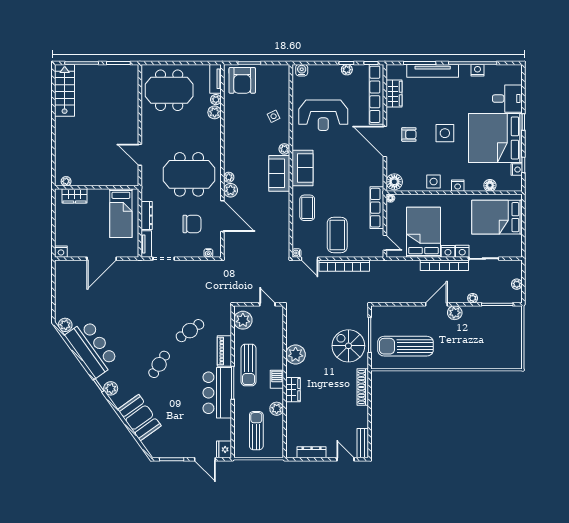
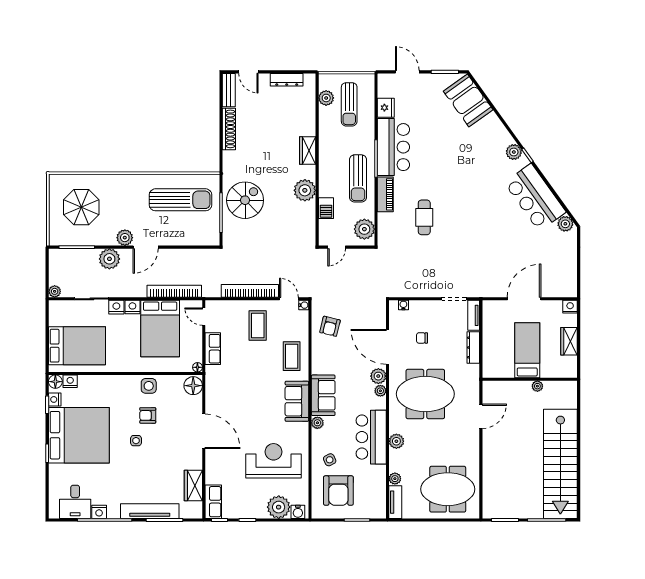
plant: (347, 70) -> (279, 507), moved, width x1.88, depth x1.88
armchair: (242, 80) -> (338, 491), moved, turned 180
stairs: (65, 90) -> (560, 464), width x1.86, depth x1.51
row of seats: (377, 94) -> (213, 502), width x0.50
desk: (507, 99) -> (75, 502), moved, turned -90
plant: (215, 112) -> (396, 441), moved
side table: (445, 133) -> (136, 441), width x0.54, depth x0.54
armchair: (409, 134) -> (148, 415), moved
bar counter: (237, 136) -> (371, 437), added
door: (140, 155) -> (481, 416), hinge flipped
plant: (66, 181) -> (537, 386), moved
floor lamp: (490, 185) -> (55, 382), moved
nightstand: (458, 186) -> (70, 381), moved
wardrobe: (75, 196) -> (569, 341), moved, turned -90
row of seats: (377, 208) -> (213, 349), width x0.68
bed: (121, 213) -> (527, 350), moved
chair: (192, 224) -> (422, 338), width x0.54, depth x0.54
armchair: (273, 234) -> (330, 326), added
coffee table: (337, 235) -> (258, 325), width x0.73, depth x0.76
bookcase: (444, 265) -> (174, 291), moved
plant: (517, 284) -> (55, 291), moved
plant: (473, 298) -> (109, 259), width x1.87, depth x1.87
door: (267, 304) -> (337, 247), hinge flipped
cafe table: (190, 331) -> (424, 217), turned -55
parasol: (493, 340) -> (81, 207), added
spiral stairs: (348, 346) -> (245, 200), turned -90
cafe table: (159, 364) -> (459, 179), removed
sun lounger: (249, 365) -> (358, 178), turned 180
barbecue: (277, 379) -> (326, 208), moved
shoe rack: (363, 387) -> (229, 129), moved
plant: (277, 409) -> (326, 98), moved
booth: (139, 418) -> (468, 100), moved
fridge: (224, 449) -> (386, 108), moved

